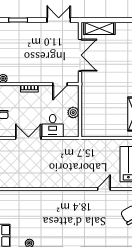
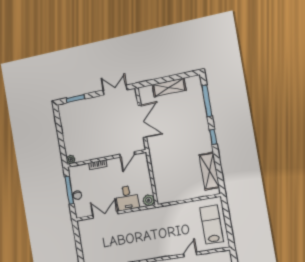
shelving: (99, 28) -> (169, 87), moved
plant: (73, 113) -> (149, 200), moved

